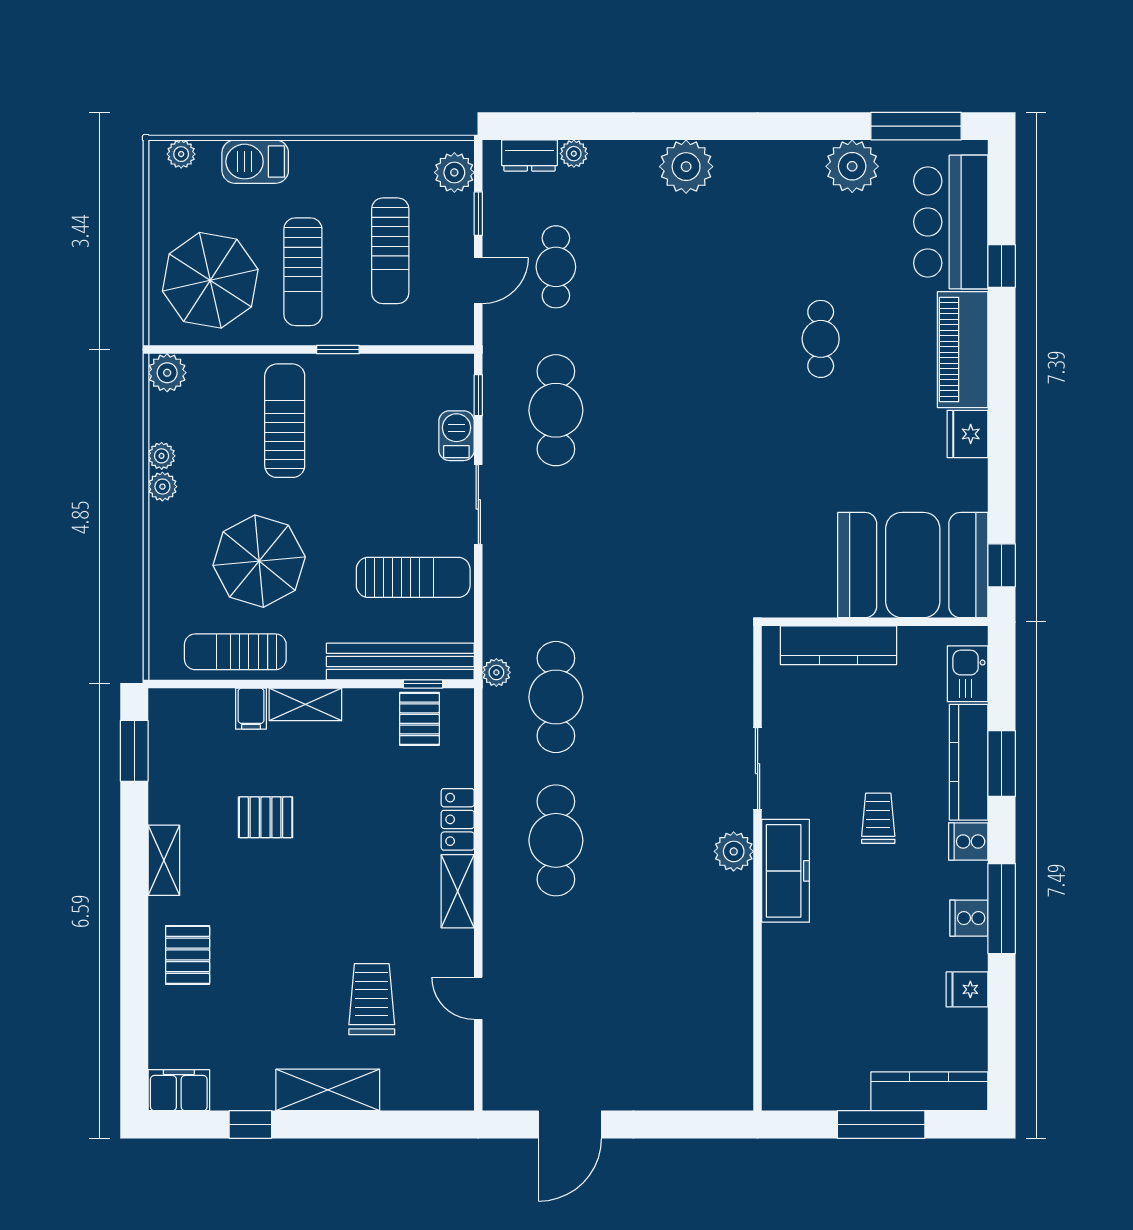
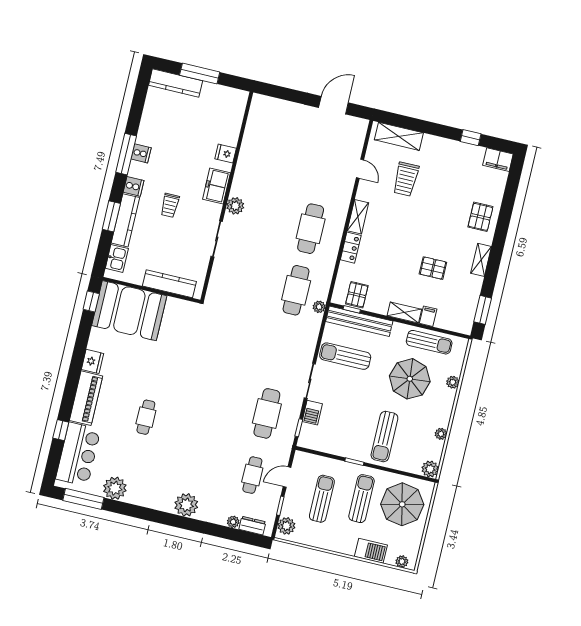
plant: (162, 487) -> (453, 382), moved
freezer: (786, 871) -> (217, 186), width x0.71
fridge: (967, 989) -> (226, 154), moved, turned 180
shelving: (328, 1090) -> (399, 136), moved

